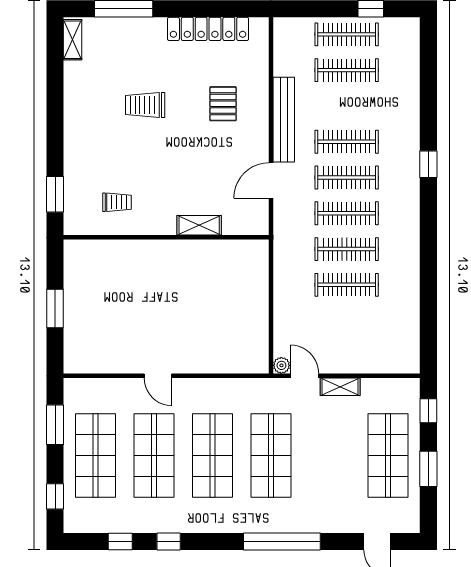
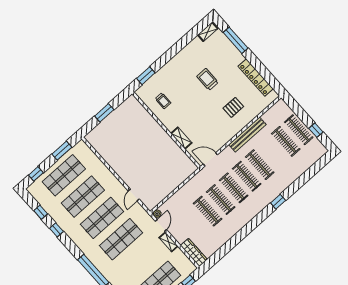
door: (271, 180) -> (210, 159), moved
wardrobe: (391, 362) -> (194, 252), added
door: (158, 376) -> (134, 195), moved

